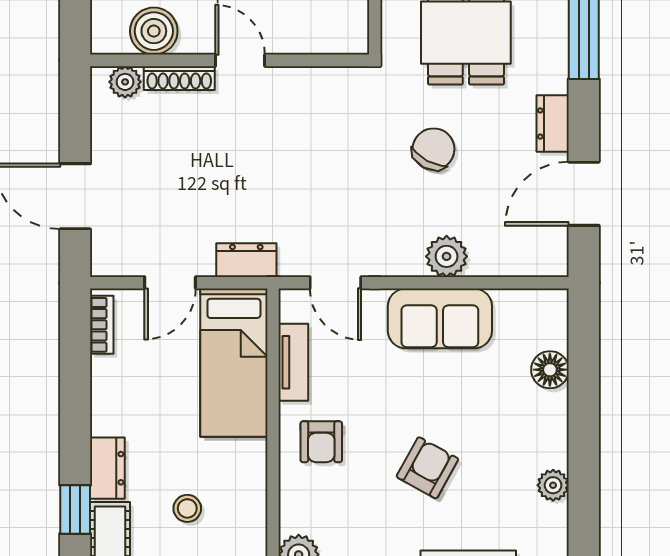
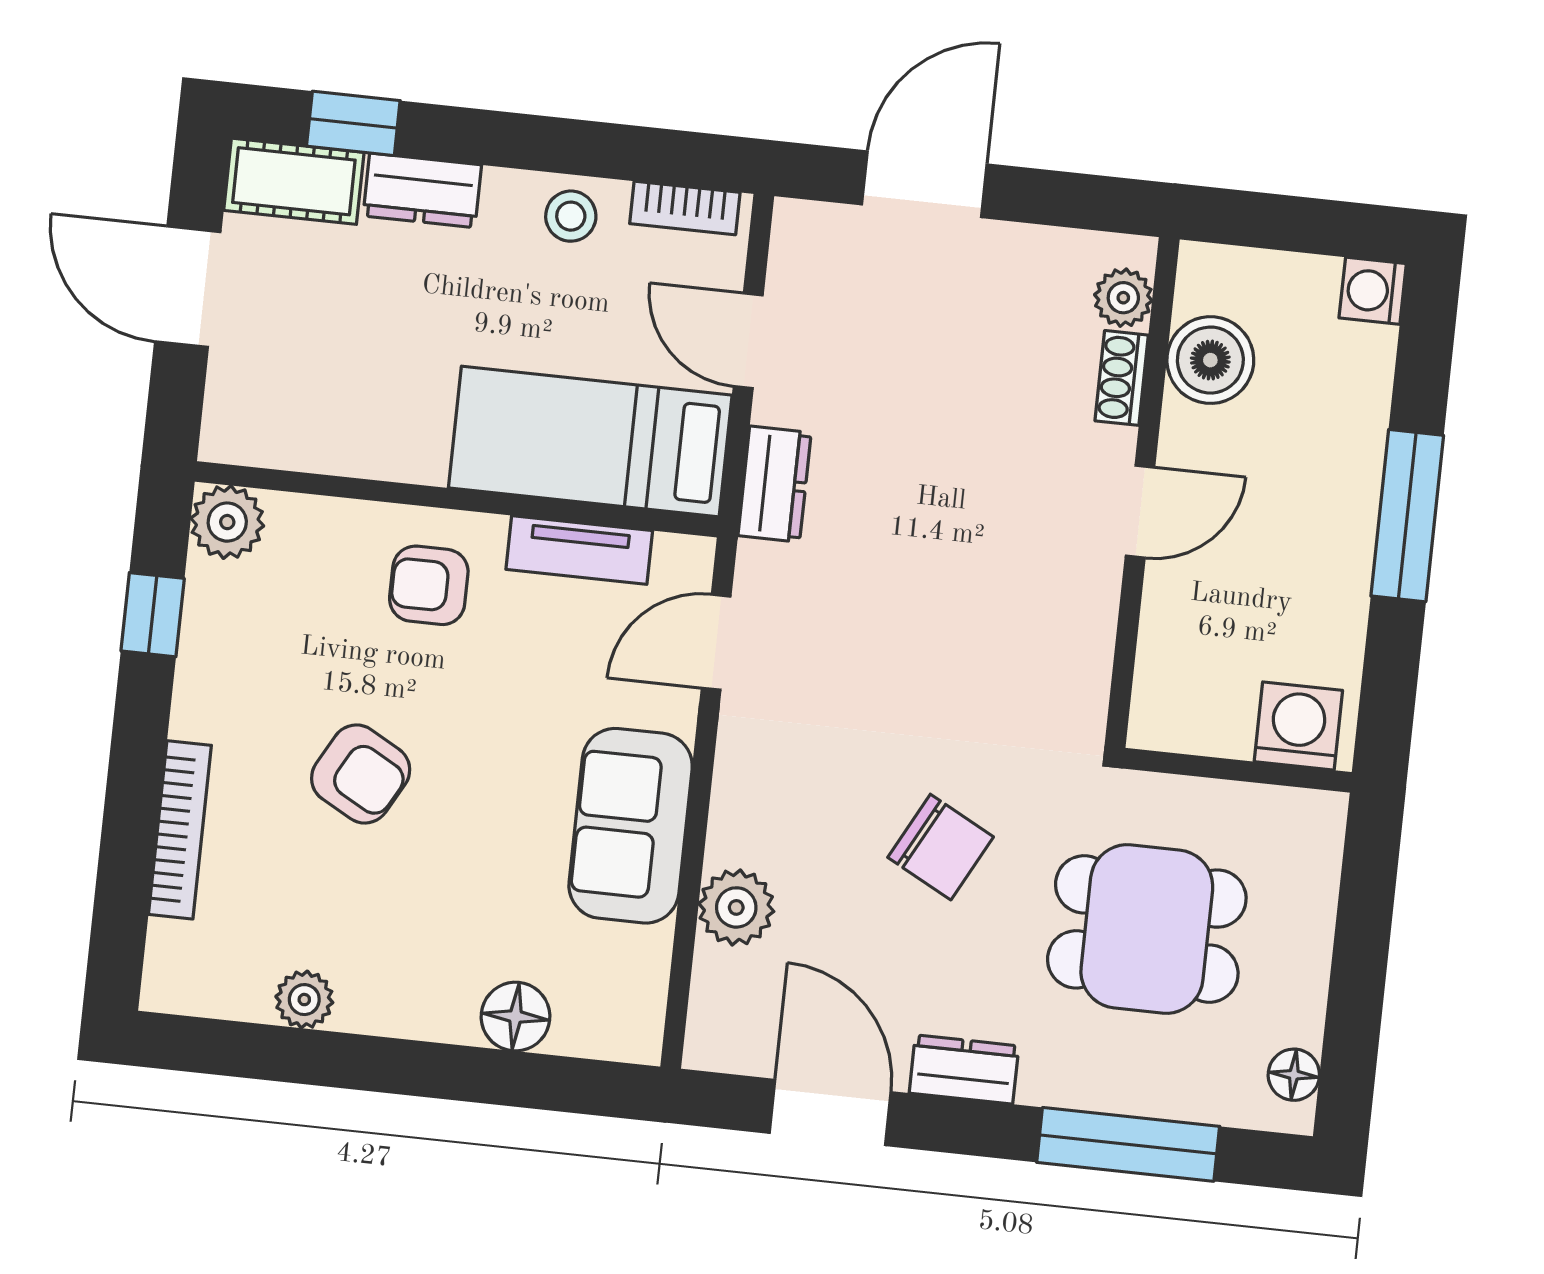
shoe rack: (179, 78) -> (1122, 378), width x0.70
plant: (447, 256) -> (736, 907), moved
stool: (187, 508) -> (571, 216), moved

